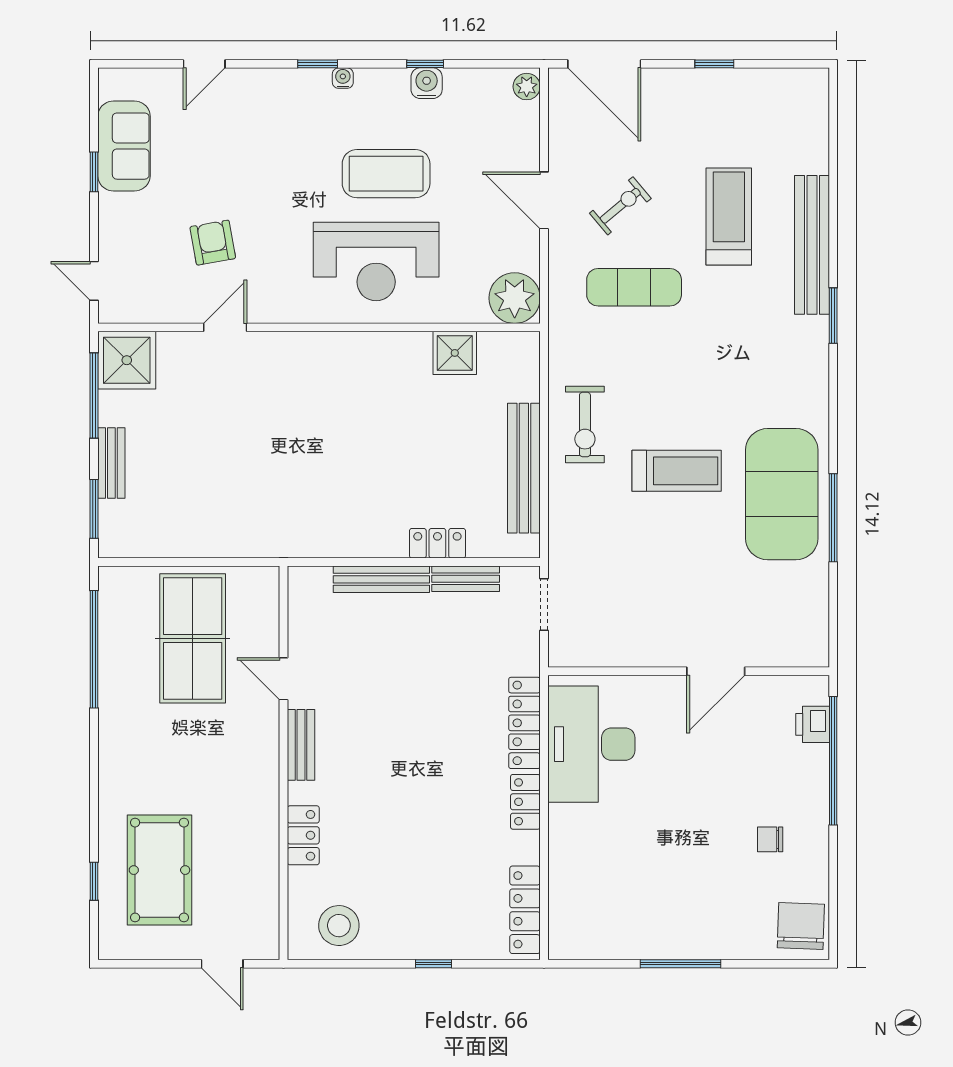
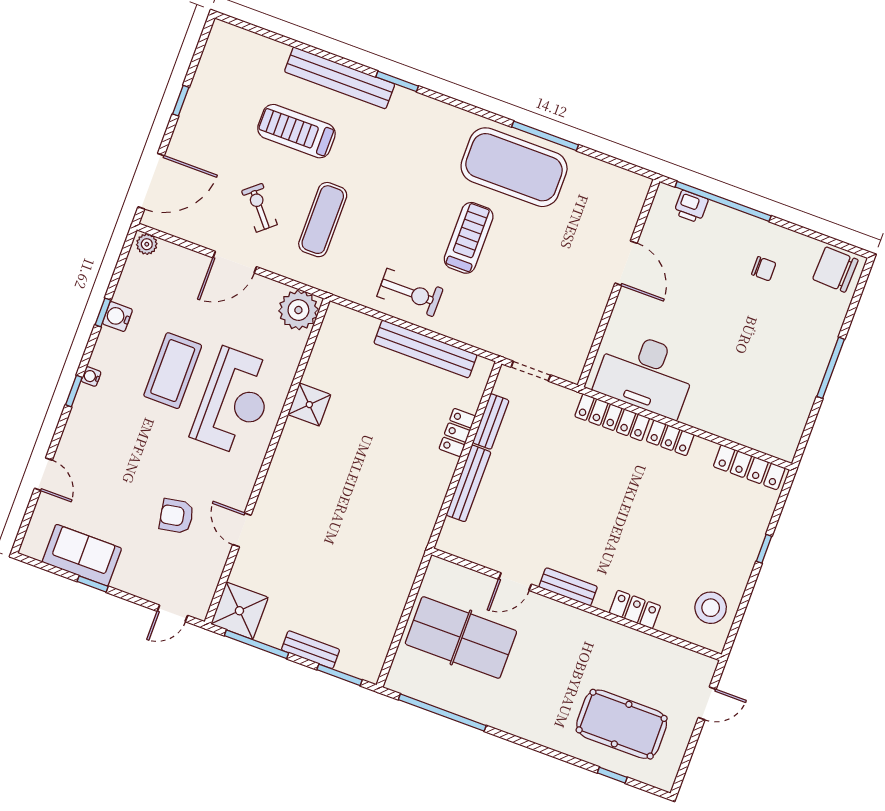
shower: (455, 353) -> (309, 405), moved
chair: (770, 839) -> (764, 269), turned -90

